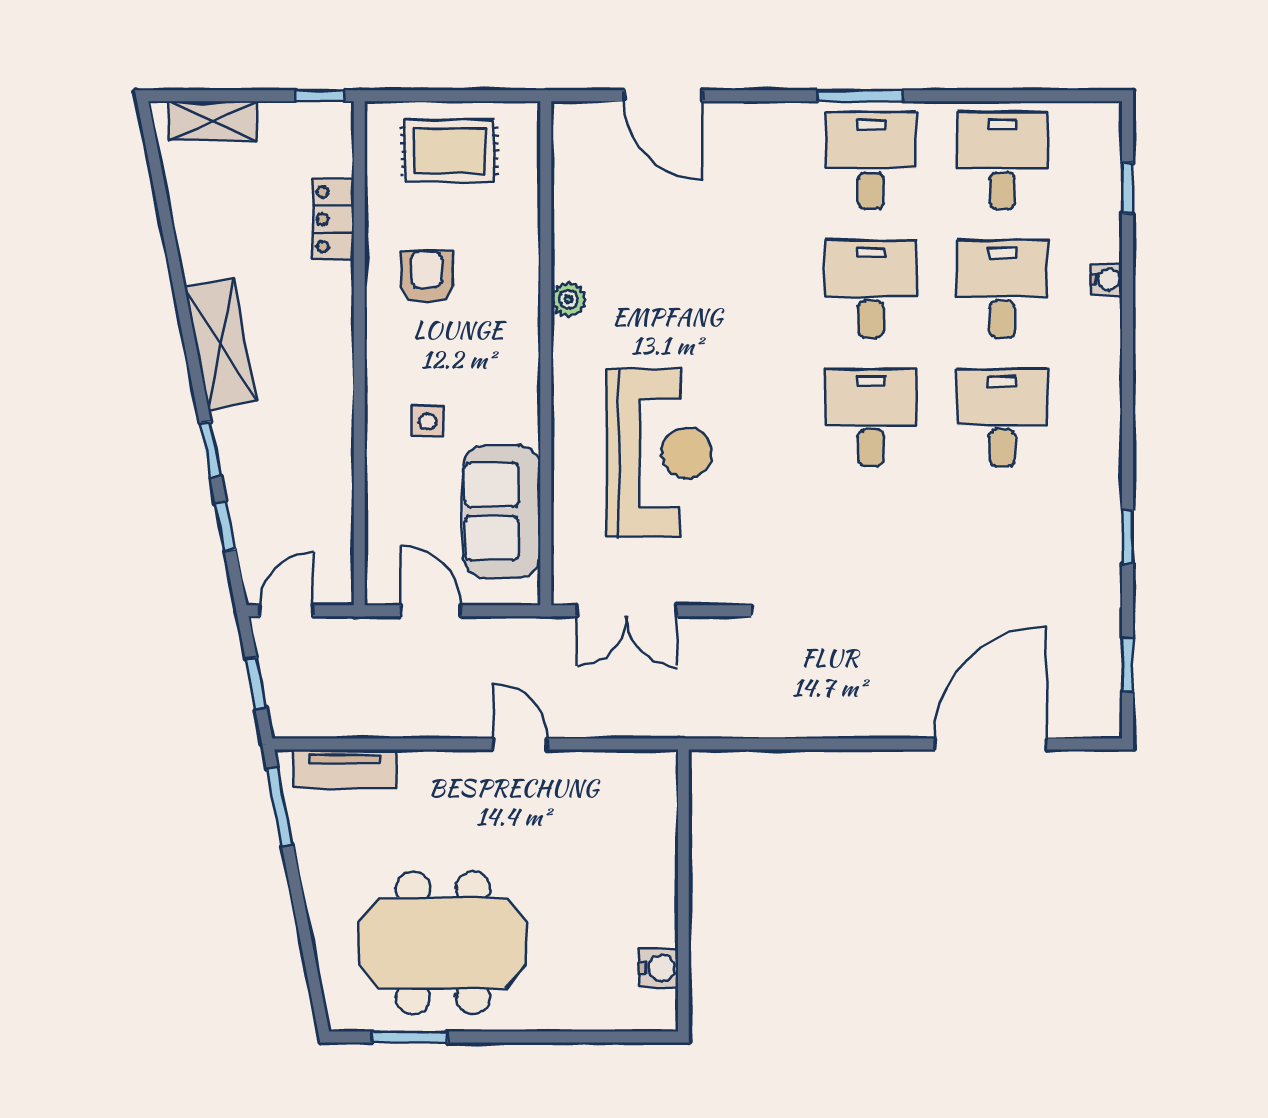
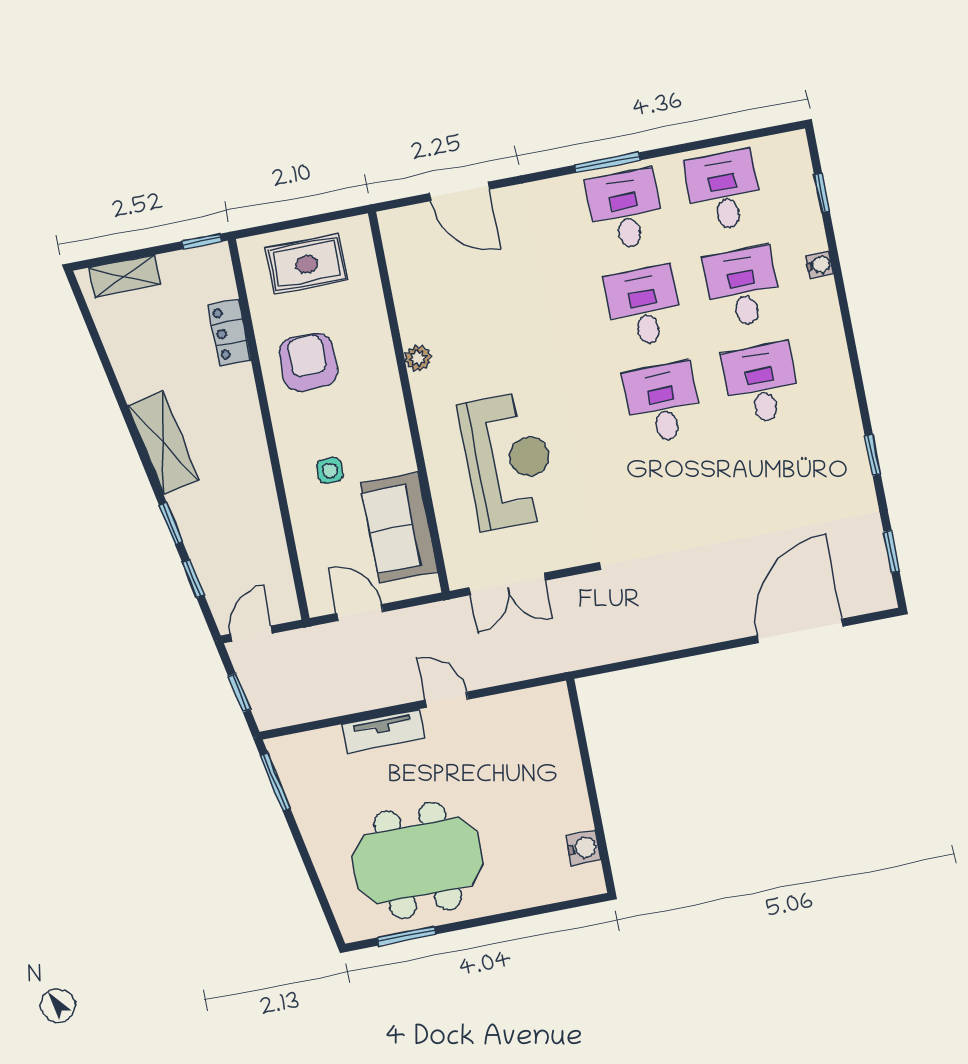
armchair: (427, 277) -> (308, 362), width x1.38, depth x1.38
tv unit: (345, 769) -> (383, 731), moved

